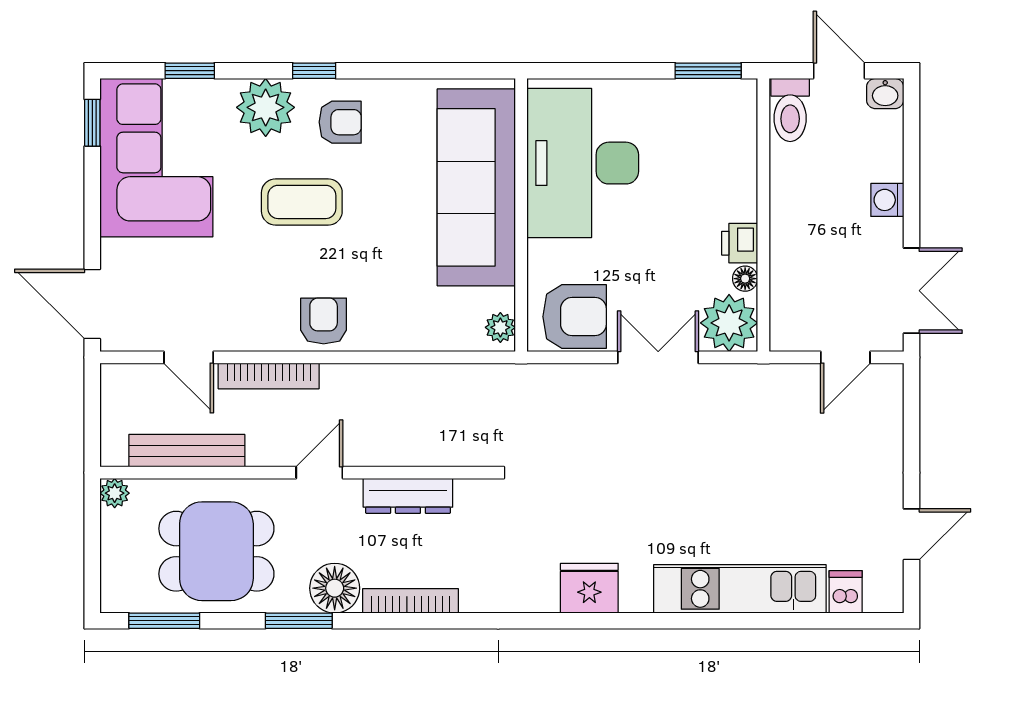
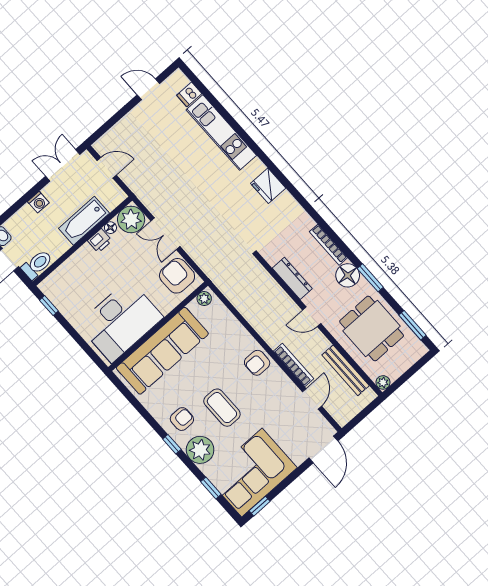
window: (708, 71) -> (49, 306), width x0.67
armchair: (340, 122) -> (182, 419), turned 90
bathtub: (793, 246) -> (84, 221), added

